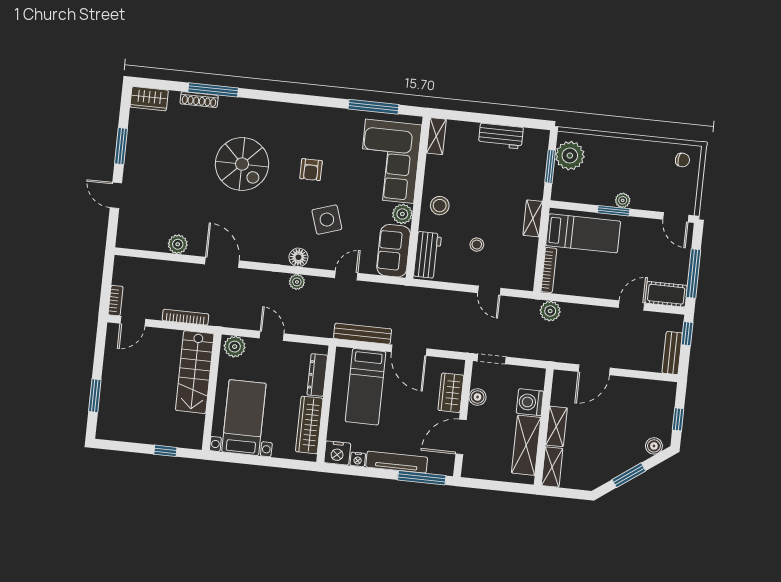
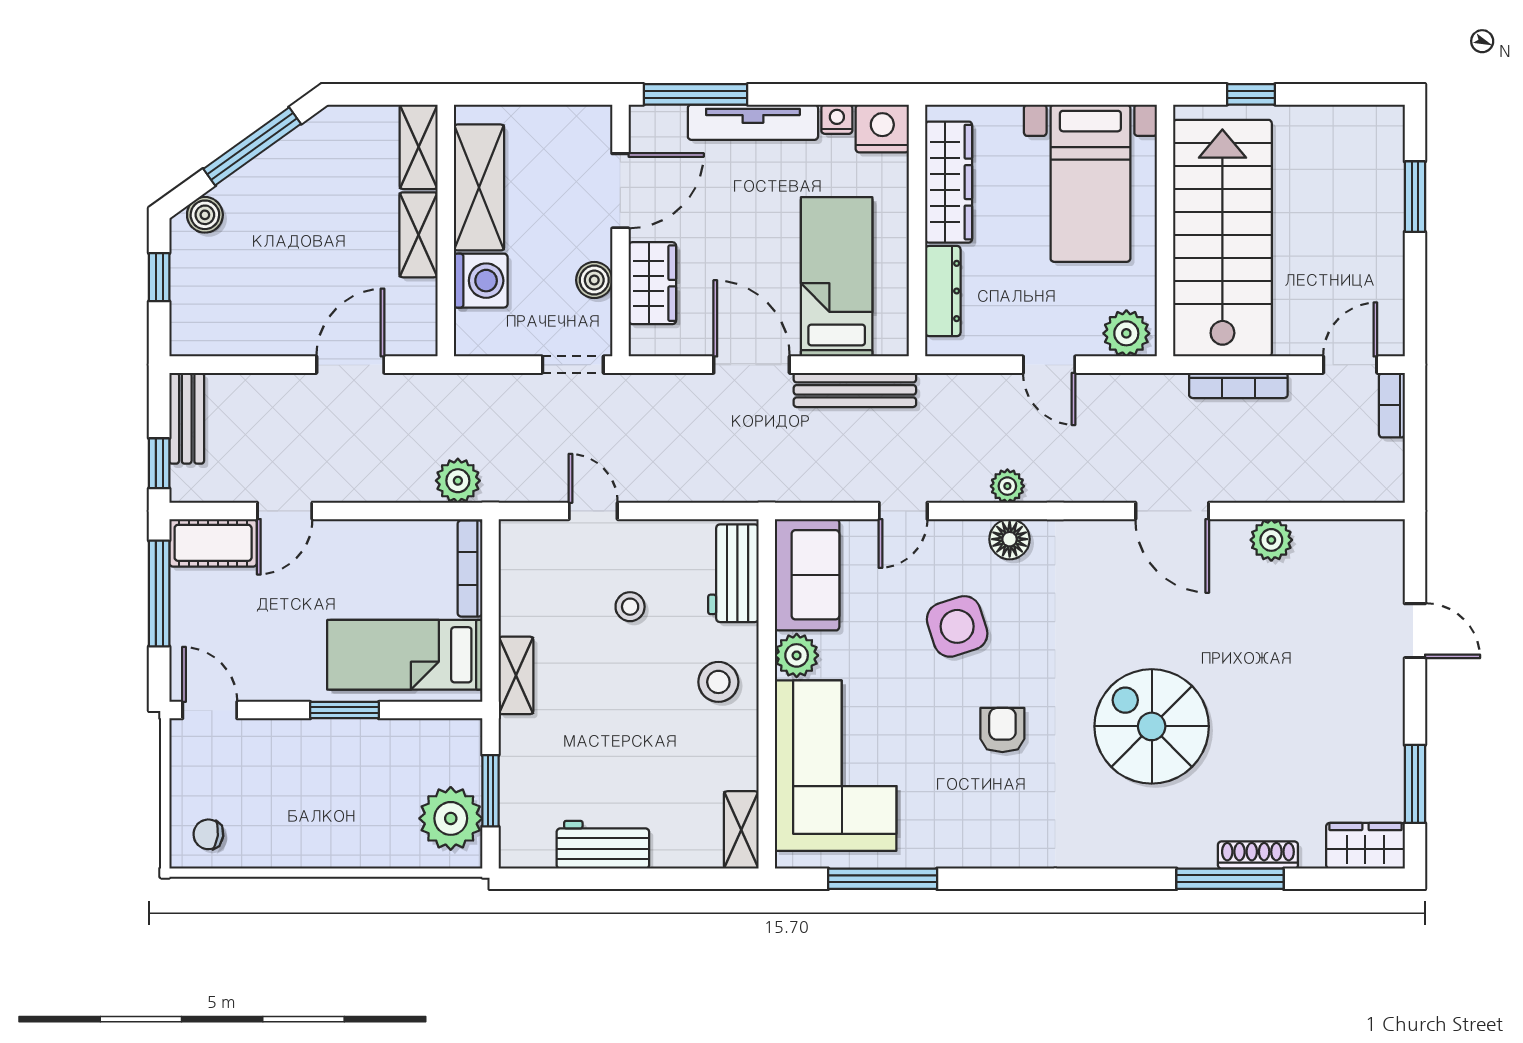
window: (121, 146) -> (1415, 784), moved
plant: (623, 200) -> (327, 734), removed
stairs: (195, 372) -> (1222, 238), width x1.36, depth x1.51
window: (629, 475) -> (252, 146), width x1.44

